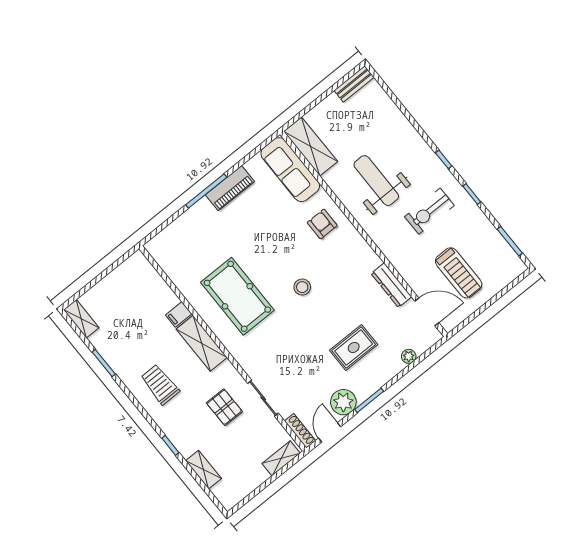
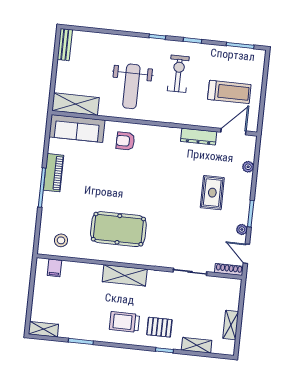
weight bench: (376, 181) -> (131, 86), turned -90
exercise bike: (429, 211) -> (178, 74), turned 180
stool: (302, 287) -> (61, 240), moved
filing cabinet: (179, 314) -> (54, 268), moved
plant: (343, 402) -> (242, 229), width x0.53, depth x0.53
pallet: (224, 407) -> (159, 327), moved
shelving: (281, 458) -> (231, 325), moved

